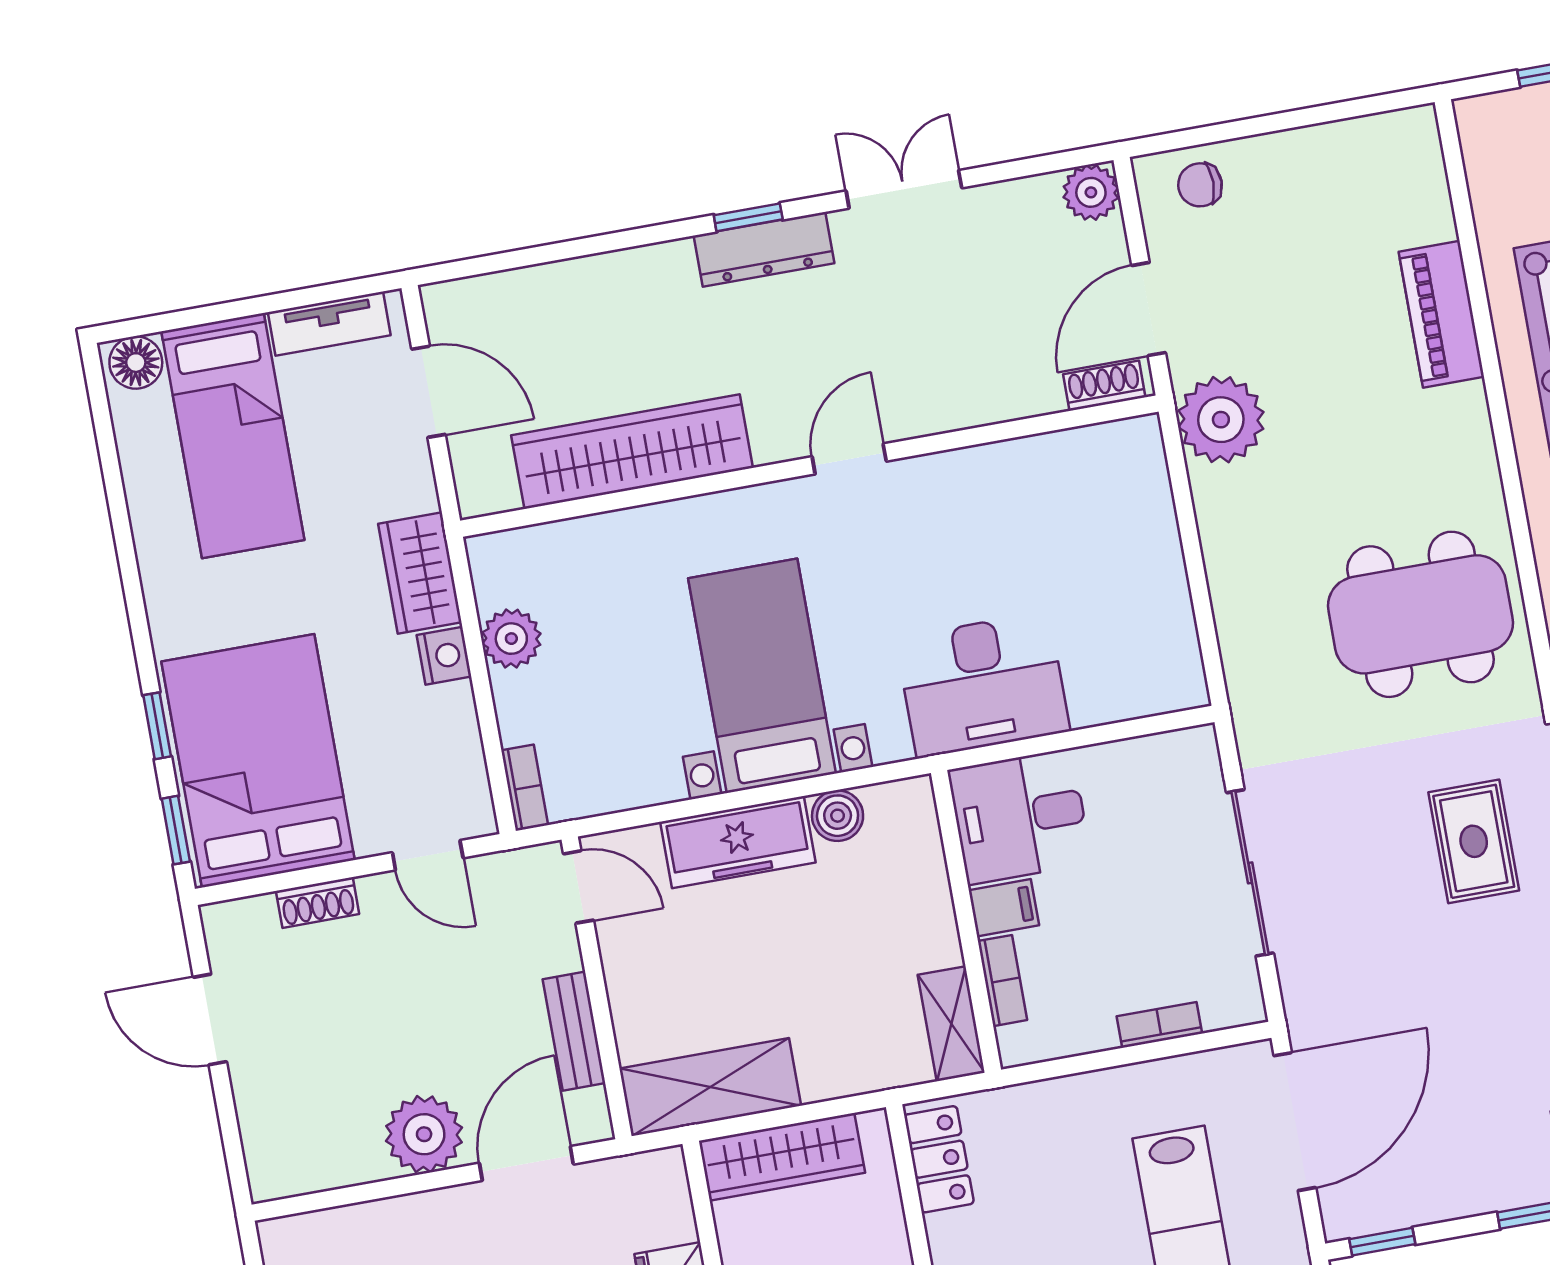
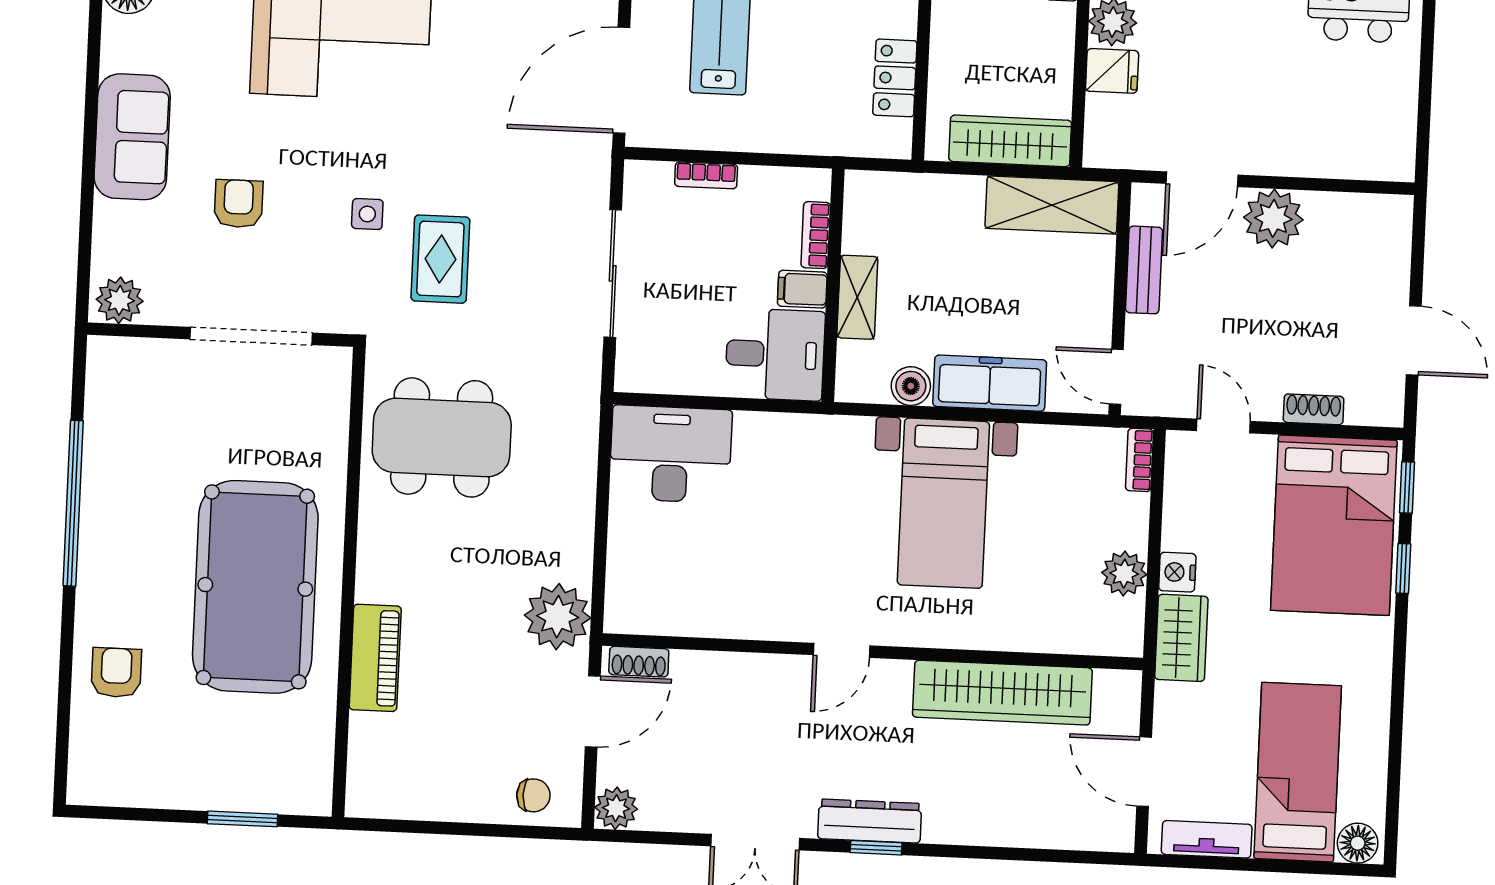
desk: (983, 685) -> (671, 454), moved
shelving: (951, 1024) -> (857, 297), moved
locker: (939, 1159) -> (895, 78), moved

